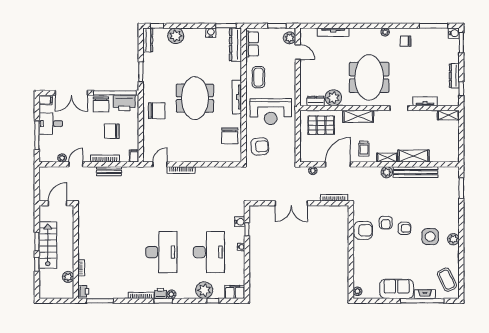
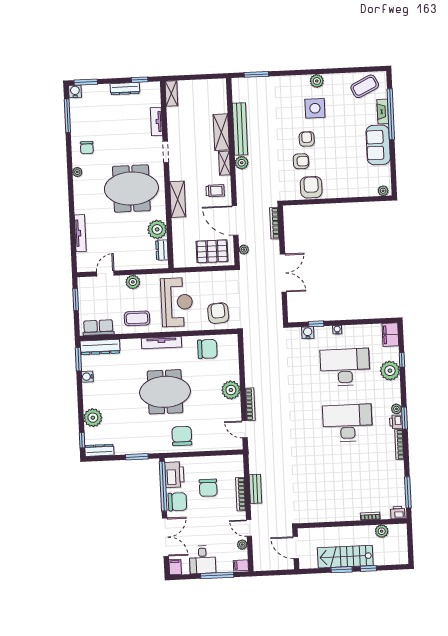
plant: (290, 38) -> (133, 282), moved
pallet: (321, 125) -> (212, 251), moved, turned 90
plant: (194, 154) -> (231, 390), added
filing cabinet: (134, 156) -> (241, 565), moved

